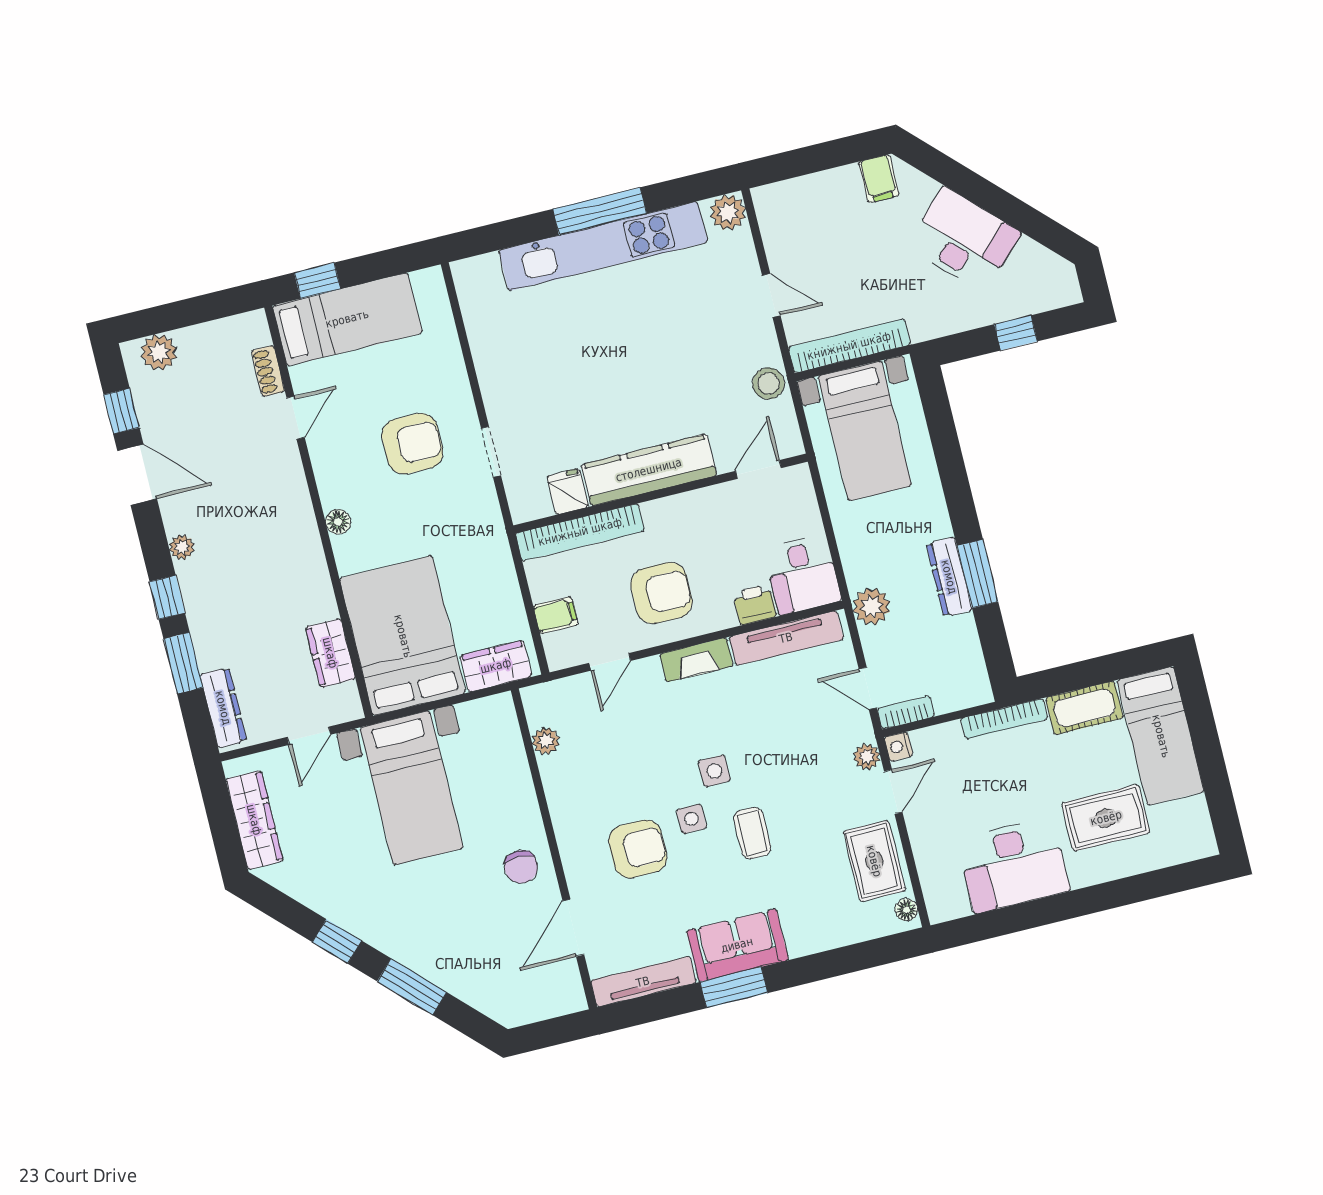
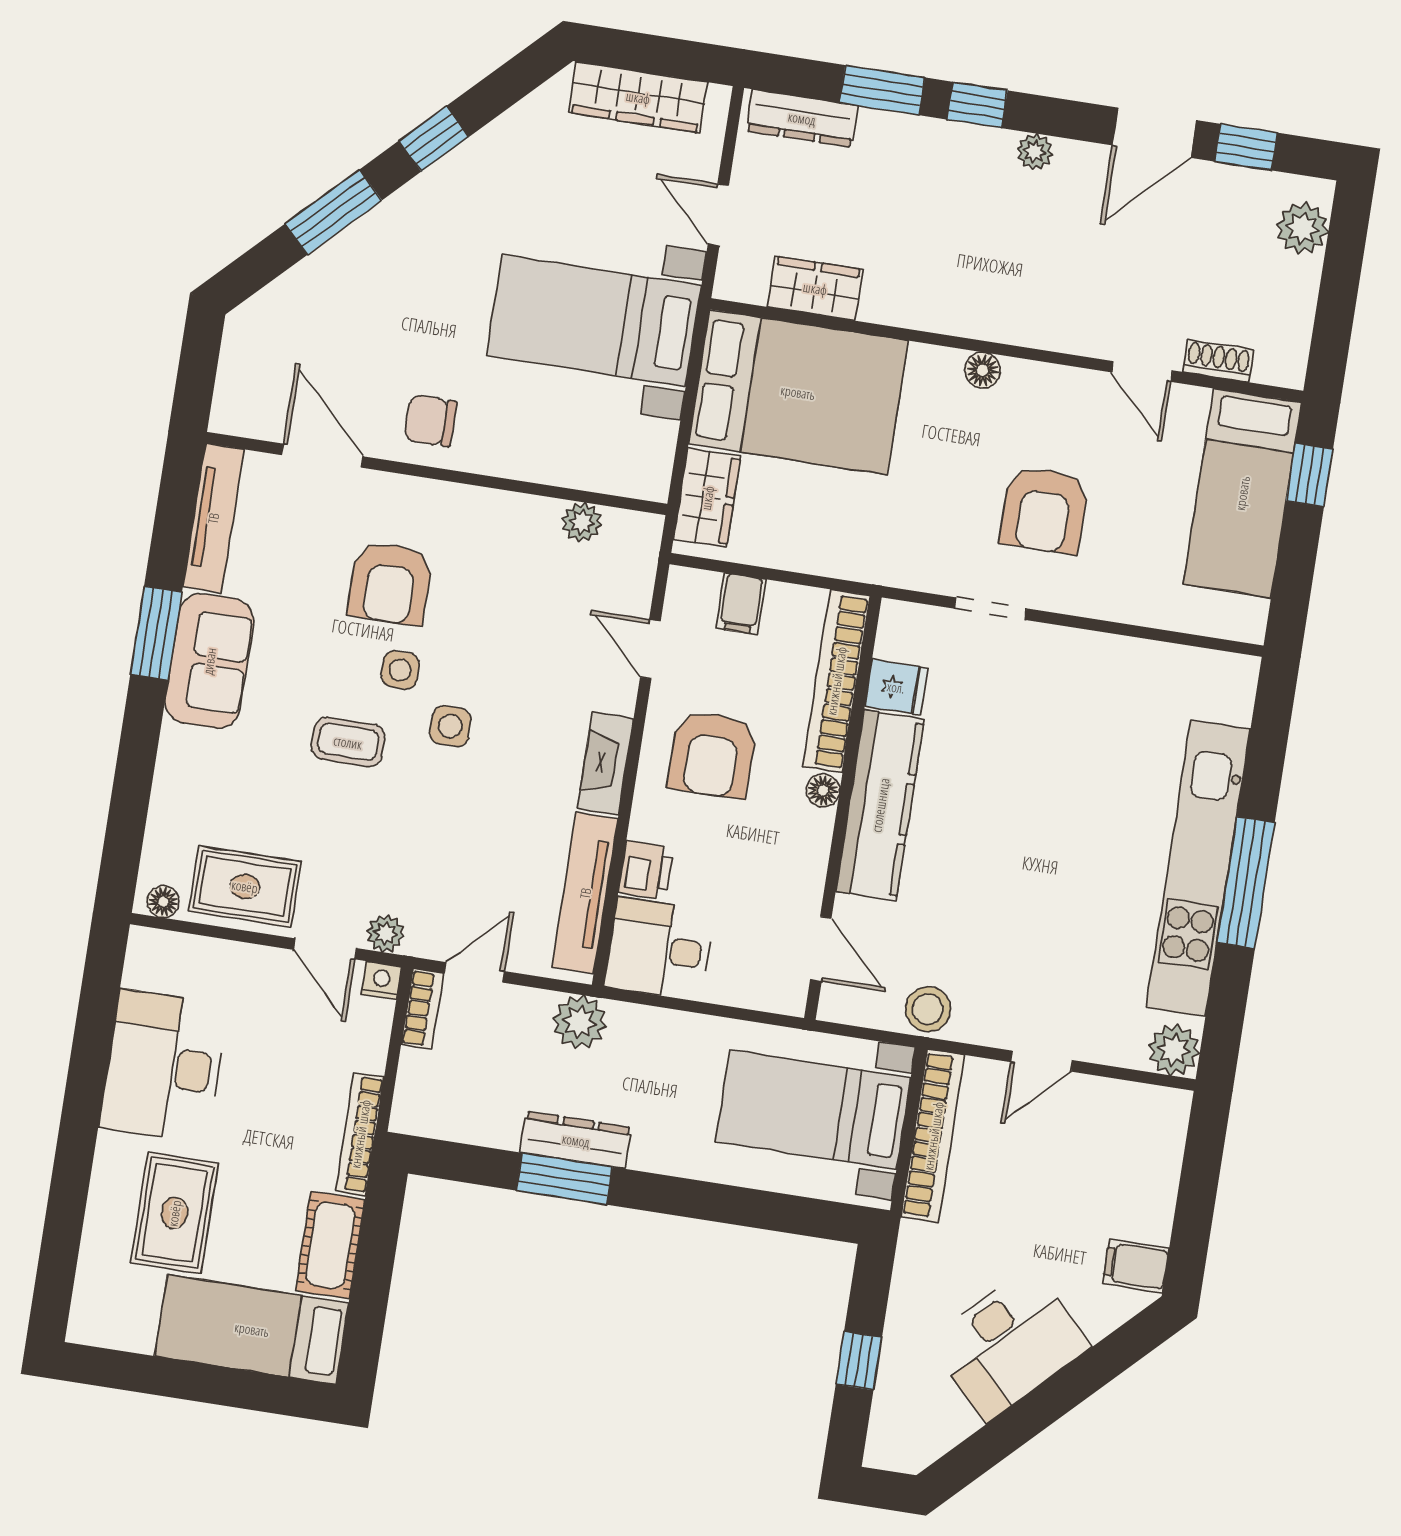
floor lamp: (655, 511) -> (823, 790), added

